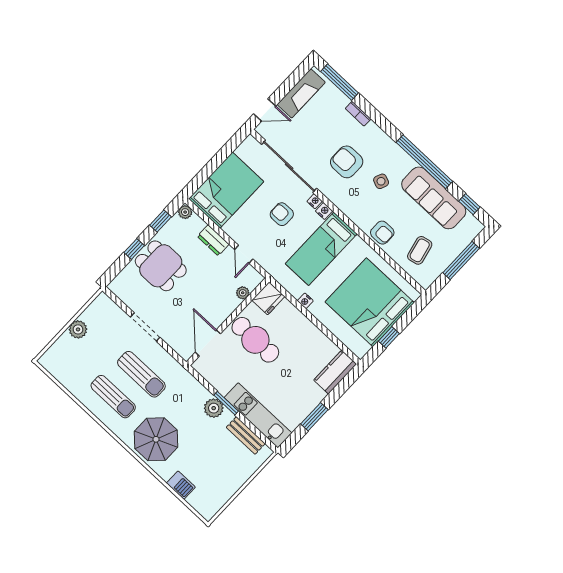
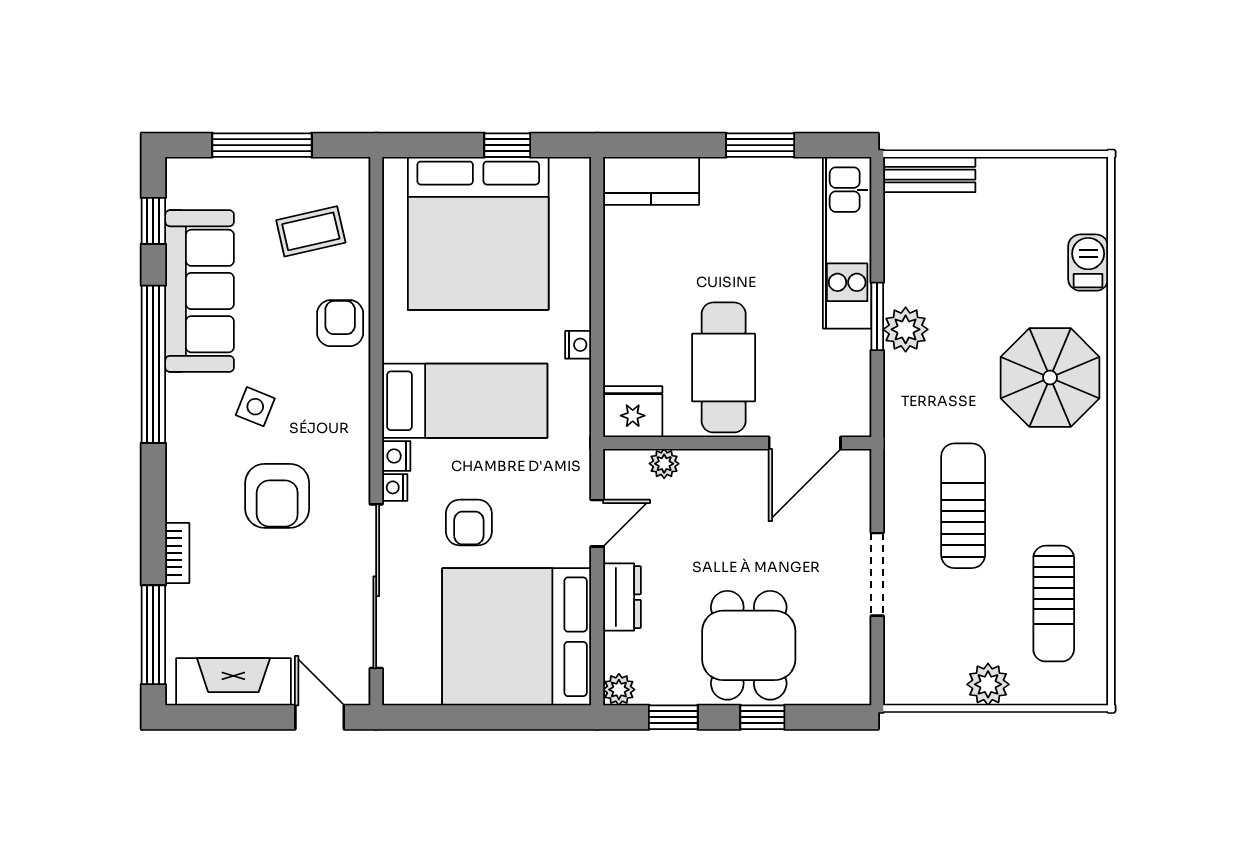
bed: (226, 190) -> (517, 637), width x1.36
sun lounger: (113, 397) -> (1054, 604), moved, turned 180
bench: (246, 435) -> (929, 175), moved, turned 90

